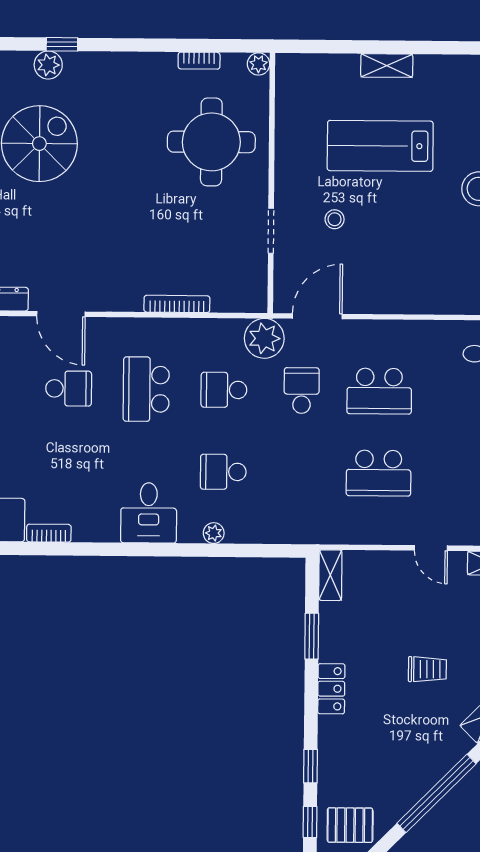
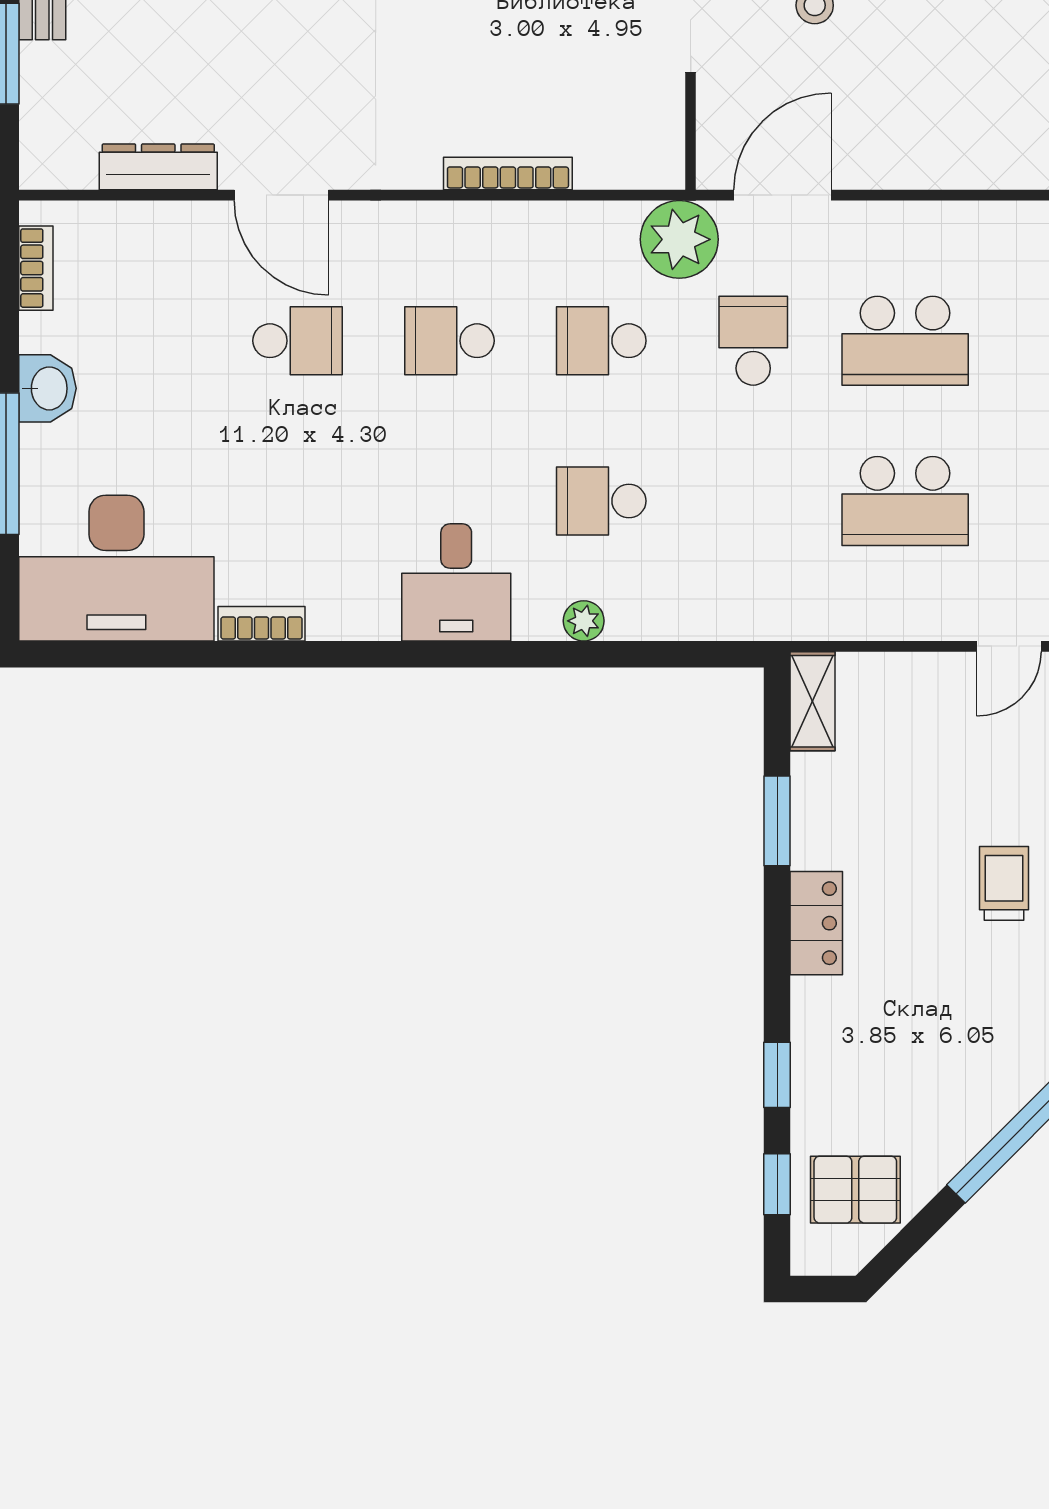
school desk: (146, 389) -> (449, 341), width x0.54
door: (431, 548) -> (1009, 646), hinge flipped
trolley: (427, 669) -> (1004, 883), turned -90

